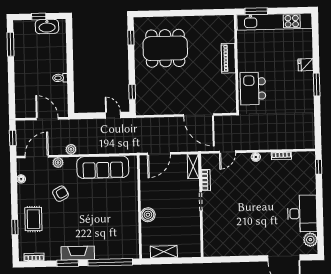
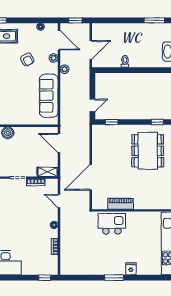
piano: (228, 58) -> (121, 204), moved

